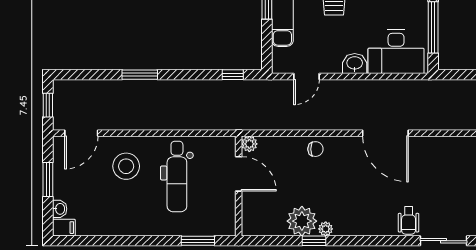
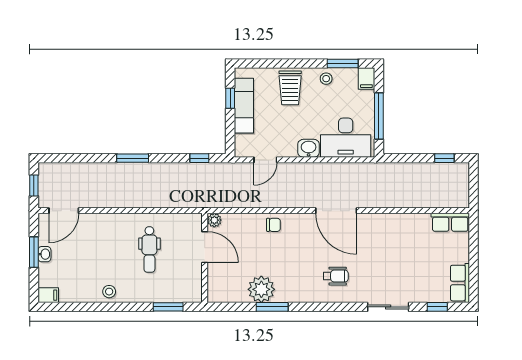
window: (140, 75) -> (133, 158), moved
stool: (126, 166) -> (109, 292), moved, width x0.53, depth x0.53
dental chair: (177, 177) -> (149, 249), width x0.73, depth x0.72
washbasin: (60, 209) -> (44, 254), moved
wheelchair: (409, 220) -> (336, 276), moved, turned -90
plant: (326, 229) -> (283, 296), removed
window: (314, 241) -> (272, 307), width x1.50

